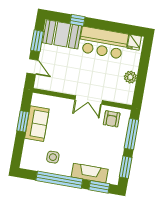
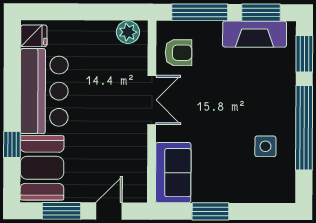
plant: (130, 77) -> (128, 32), moved
sofa: (37, 124) -> (173, 173), moved, turned 90
fireplace: (90, 173) -> (255, 34), moved, turned -90

